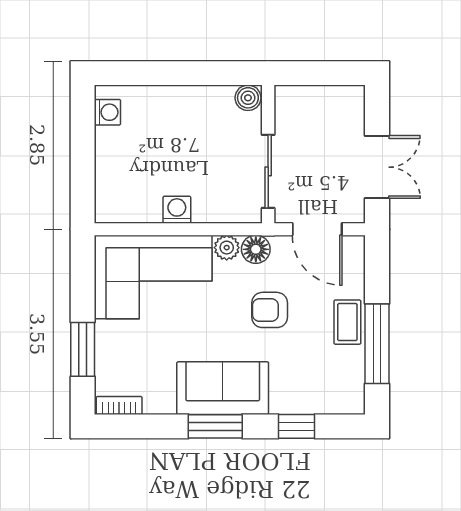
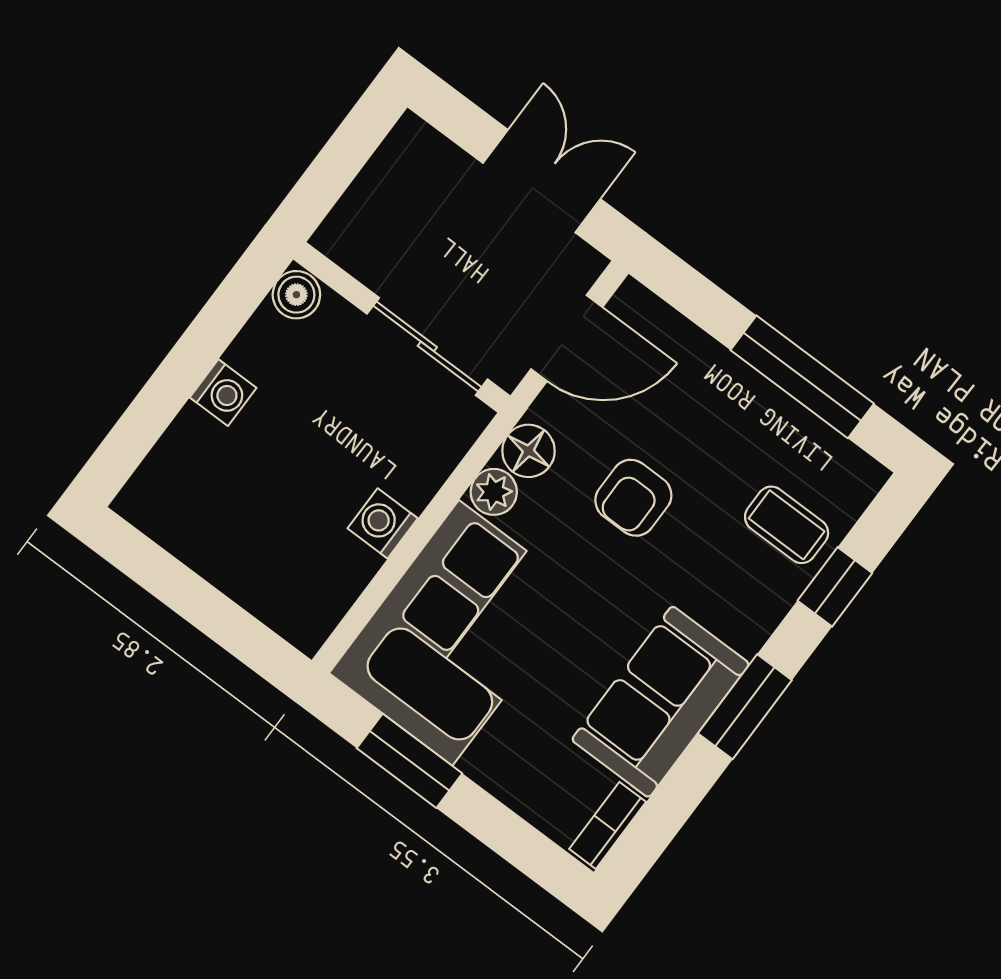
washing machine: (107, 112) -> (223, 393), moved, turned 90
coffee table: (347, 322) -> (787, 525), moved
window: (83, 349) -> (409, 761), moved
sofa: (223, 388) -> (660, 702), moved

